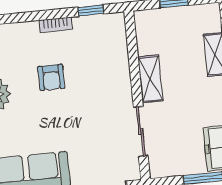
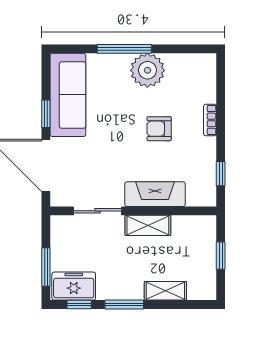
bookcase: (56, 25) -> (210, 120), moved
fireplace: (118, 75) -> (155, 194), added

